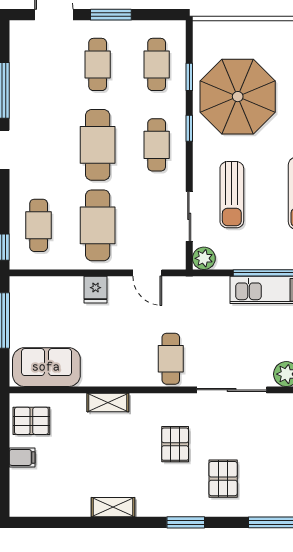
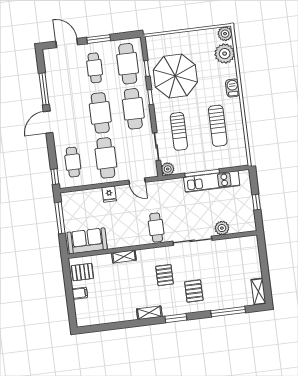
cafe table: (157, 64) -> (128, 64), width x1.37, depth x1.35
cafe table: (157, 145) -> (133, 109), width x1.37, depth x1.35
shelving: (113, 507) -> (149, 313), moved

